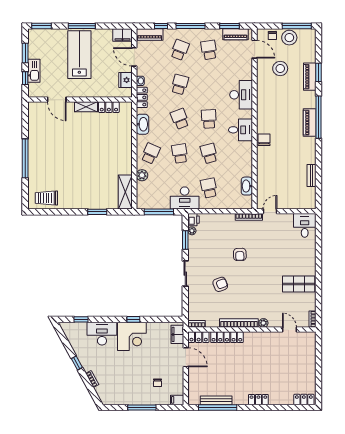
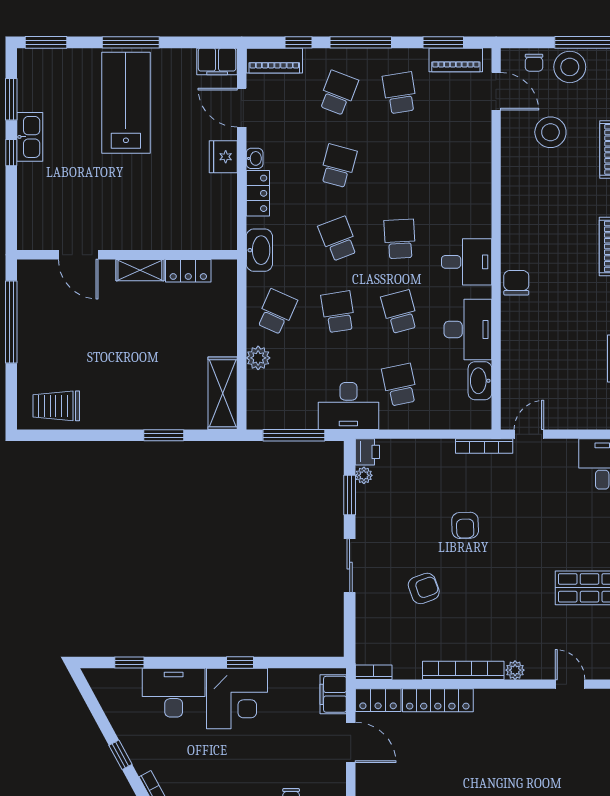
desk: (241, 95) -> (468, 329), moved
door: (57, 100) -> (78, 255), moved
wall: (80, 100) -> (127, 255), moved
shelving: (86, 107) -> (140, 270), moved
locker: (109, 107) -> (188, 271), moved

